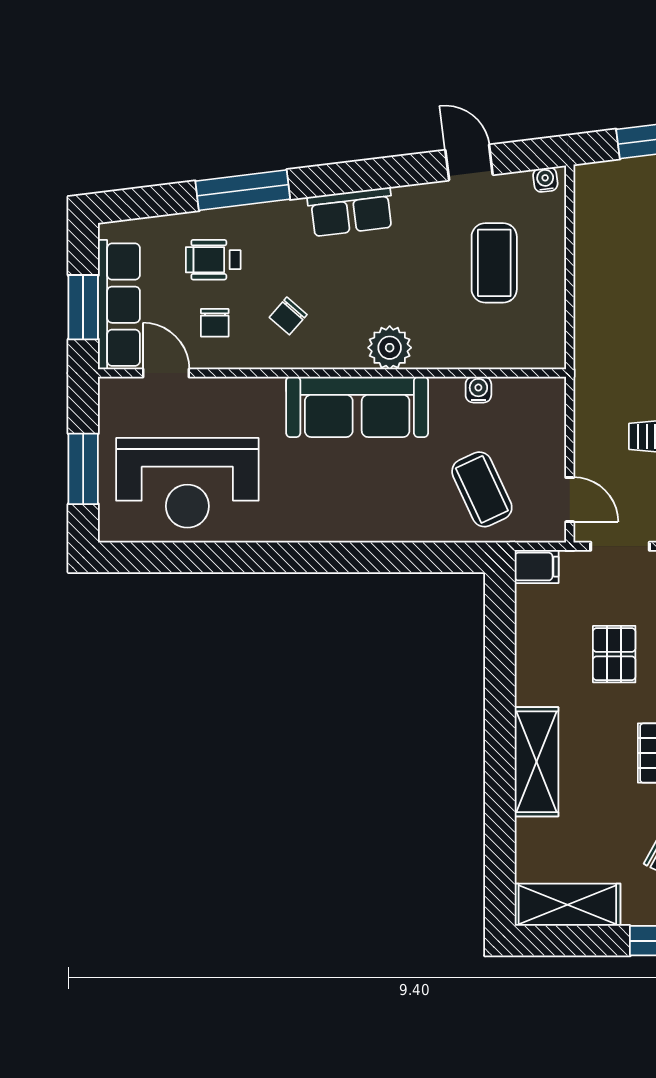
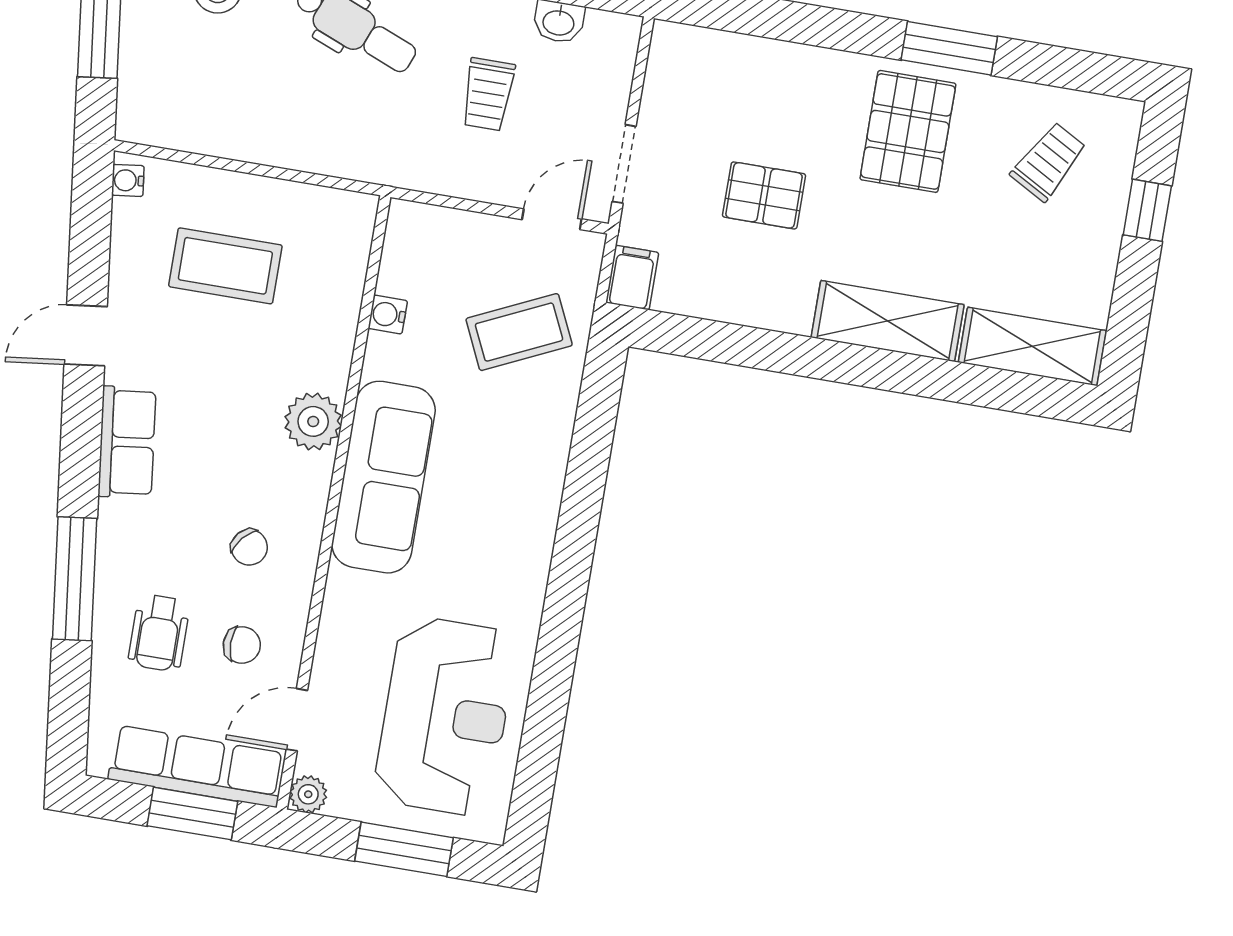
door: (469, 162) -> (86, 335), moved
plant: (112, 391) -> (308, 794), added
shelving: (567, 905) -> (1032, 346), moved, turned 90

